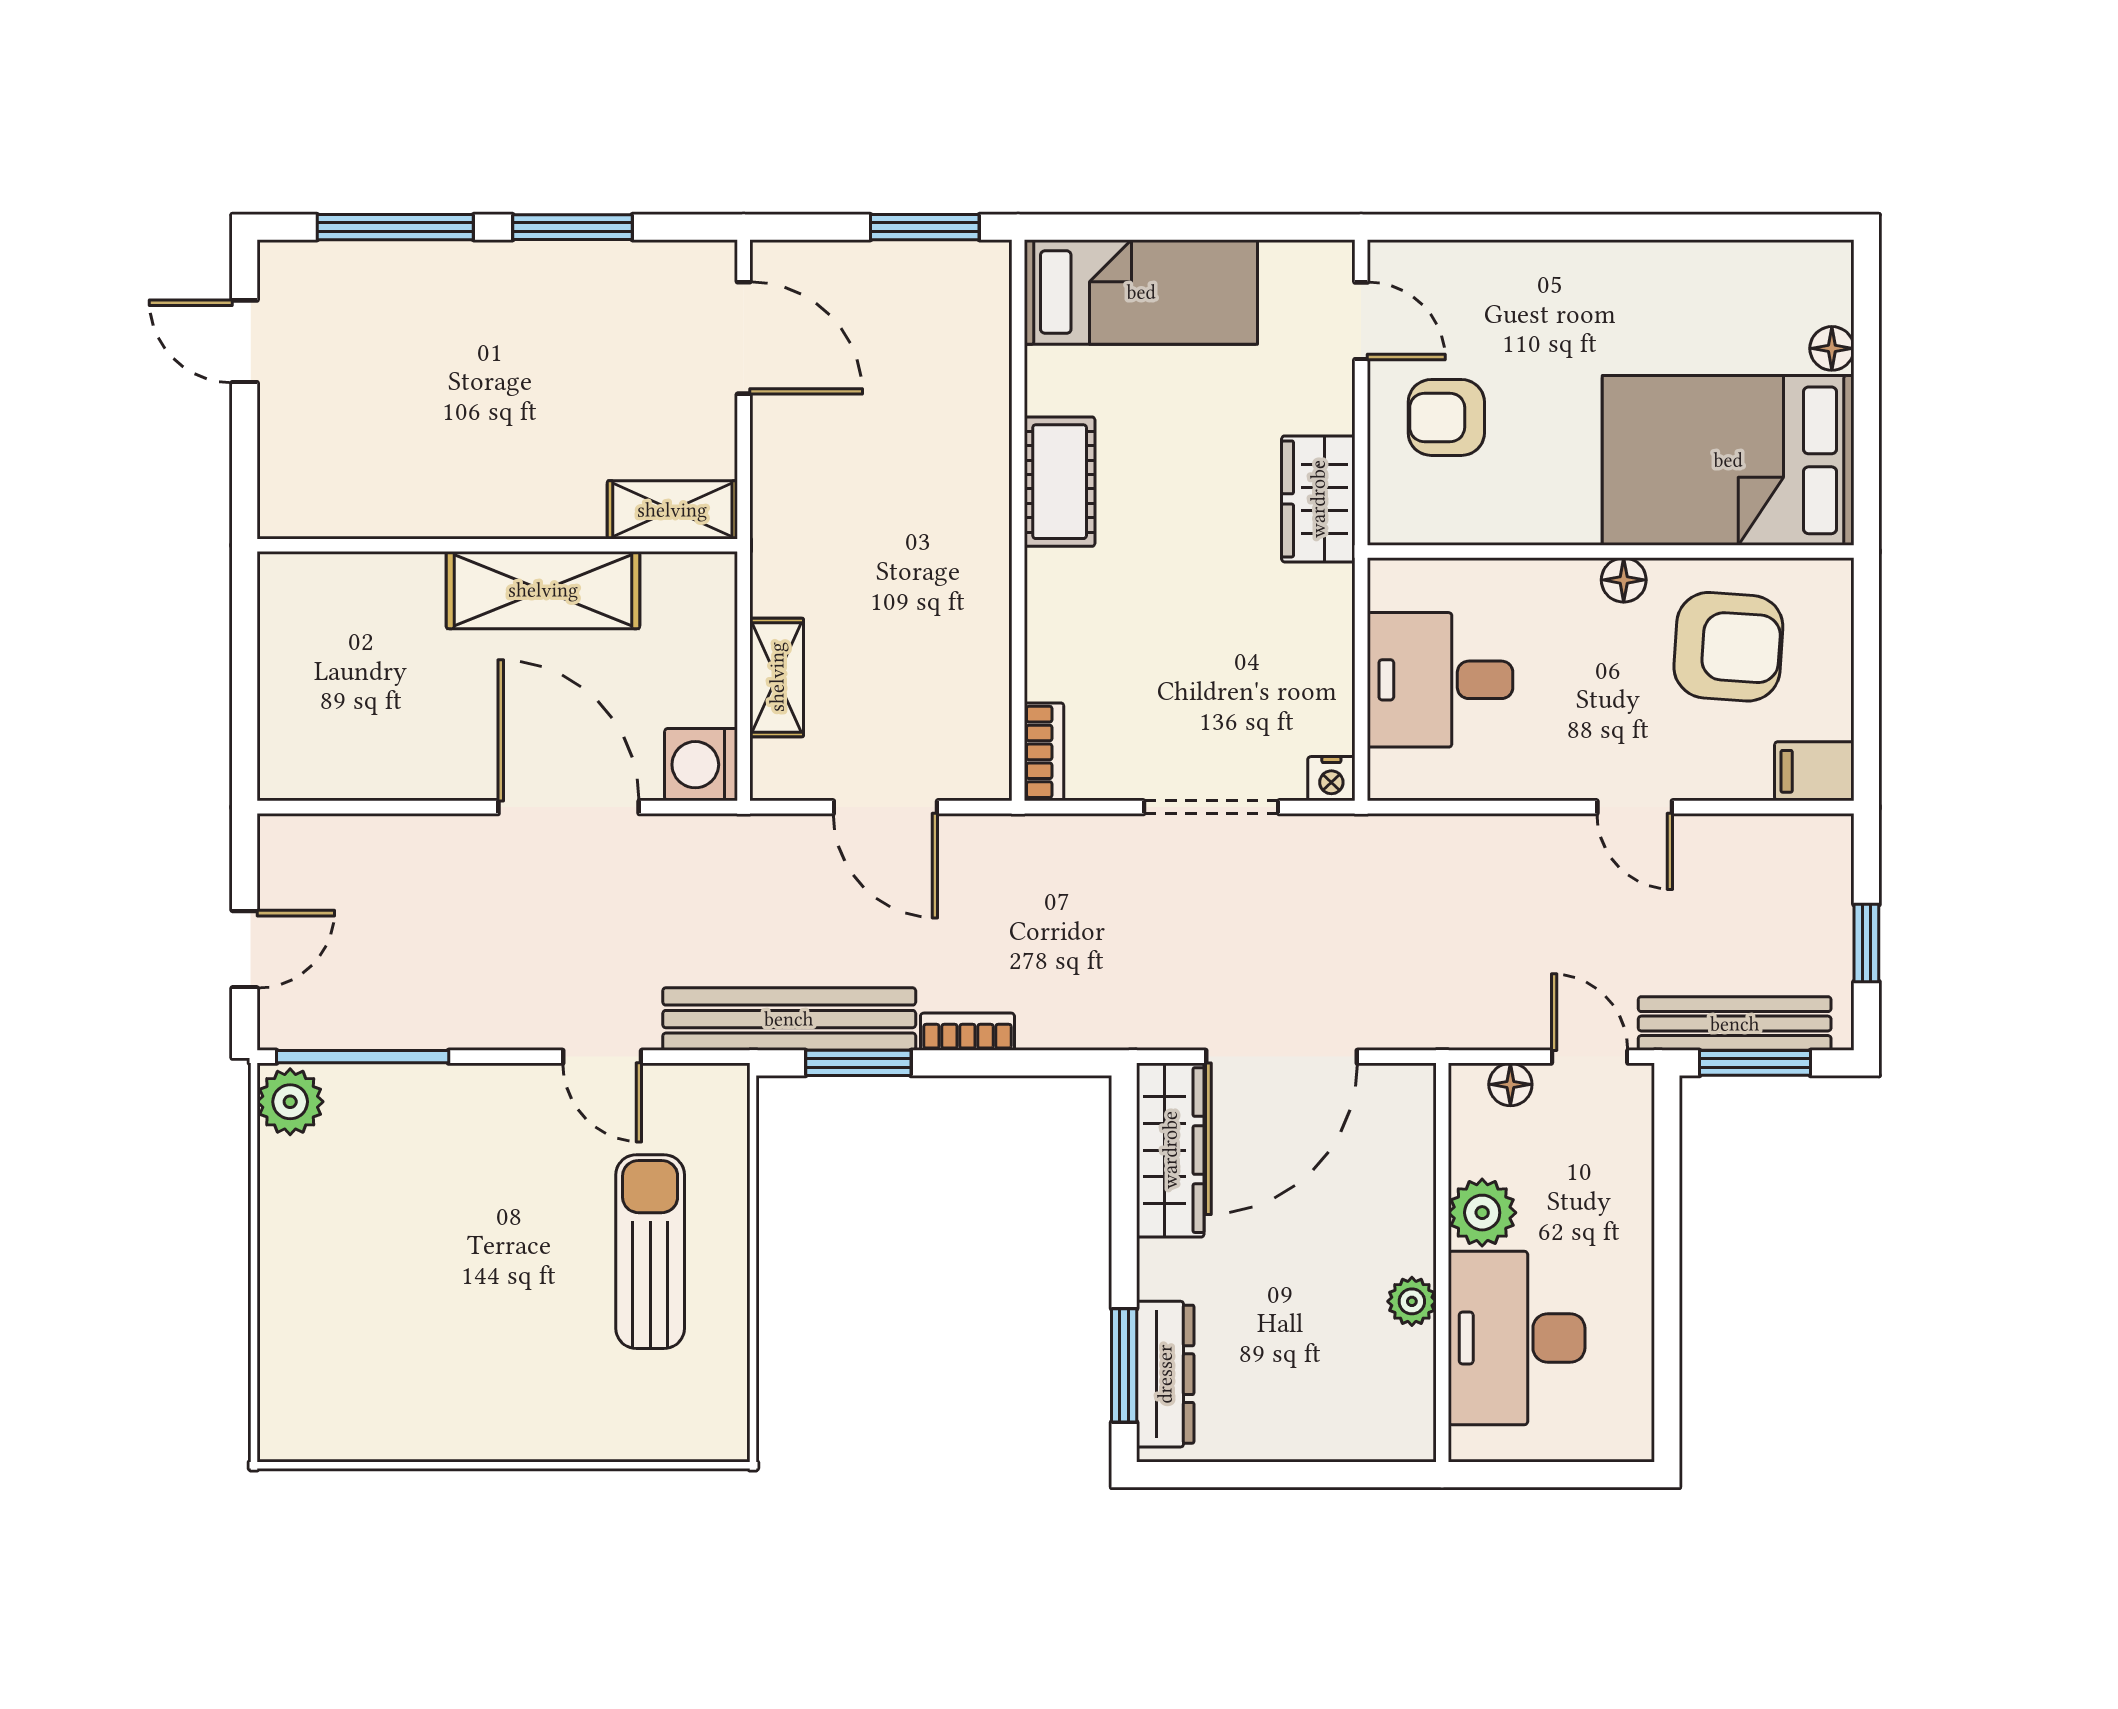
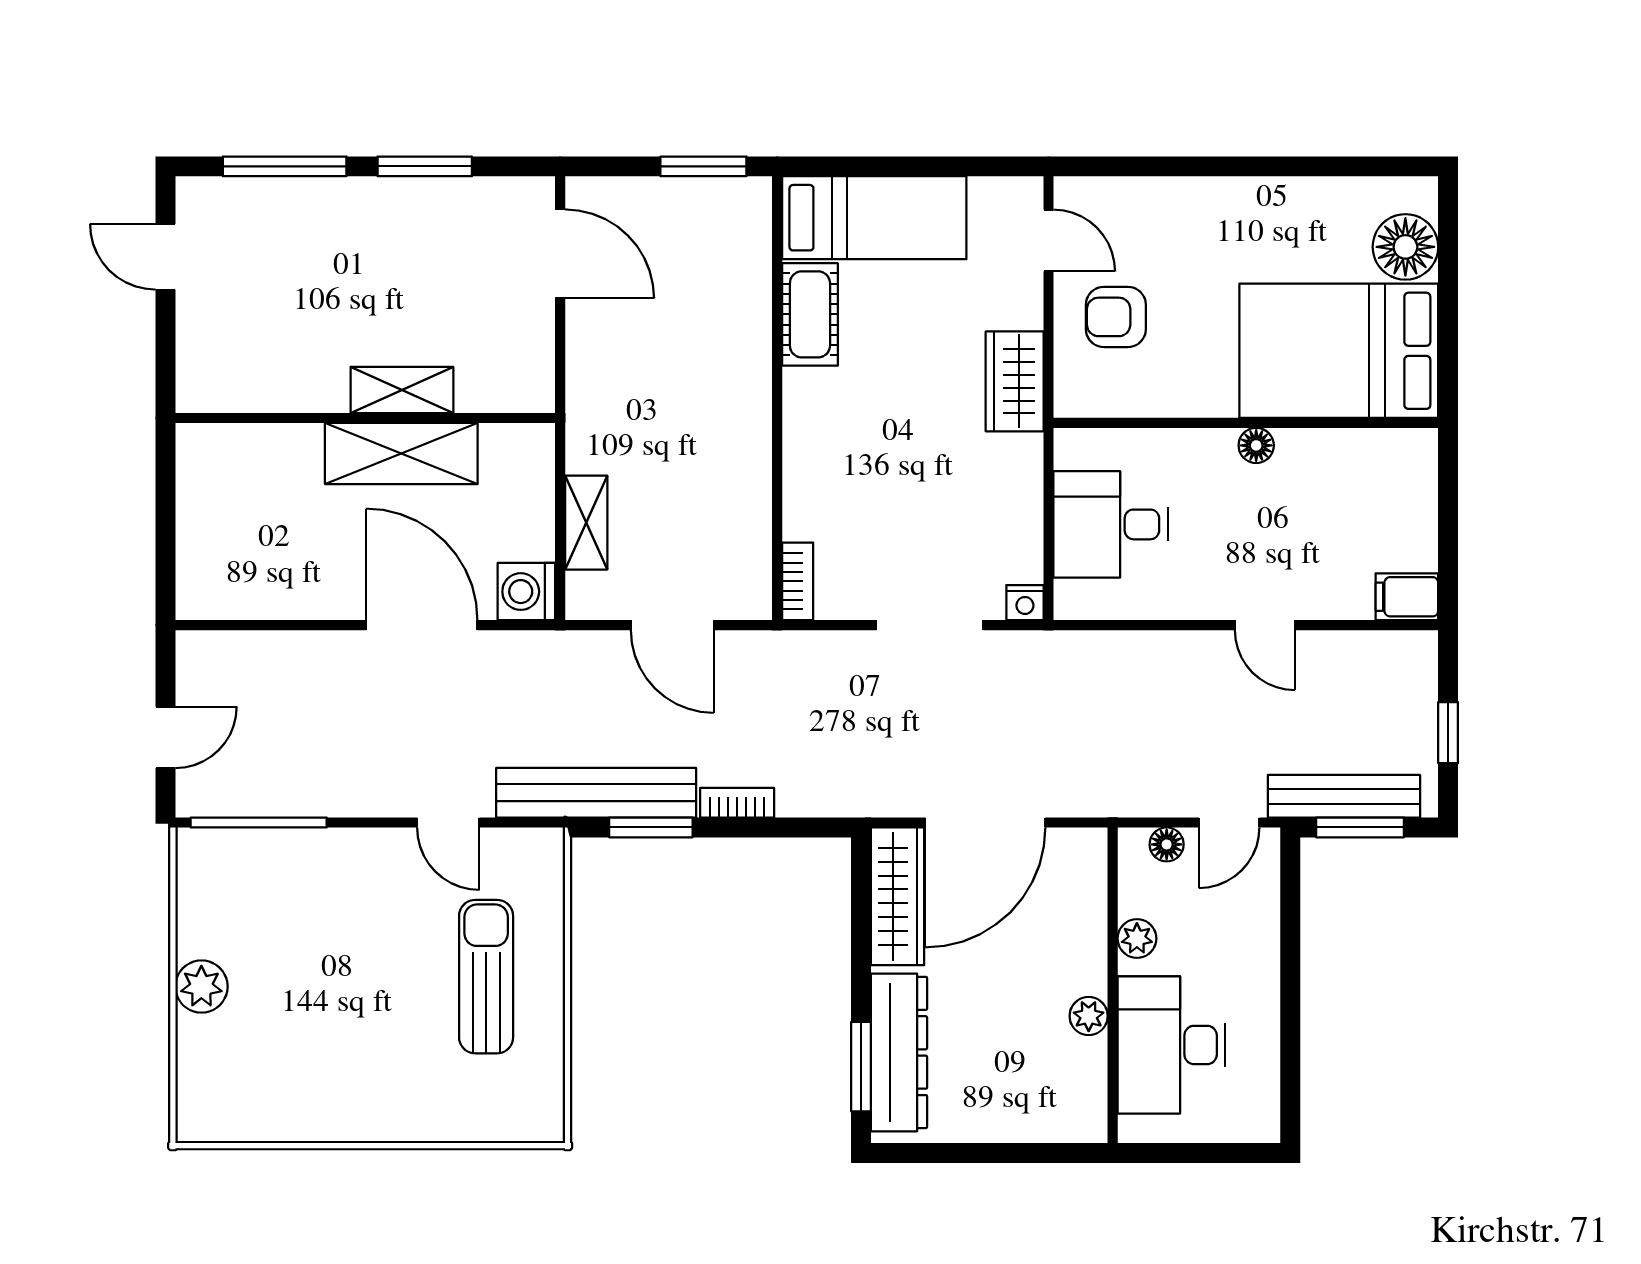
floor lamp: (1832, 348) -> (1405, 247), width x1.89, depth x1.89
cot: (1060, 482) -> (810, 314), moved
shelving: (672, 510) -> (402, 390), moved
armchair: (1728, 647) -> (1339, 498), removed
door: (1590, 1057) -> (1229, 823), swing flipped
plant: (290, 1102) -> (201, 987), moved
plant: (1482, 1213) -> (1137, 938), width x0.73, depth x0.73
dresser: (1165, 1374) -> (899, 1052), width x1.37, depth x1.24

